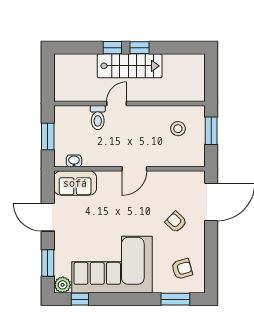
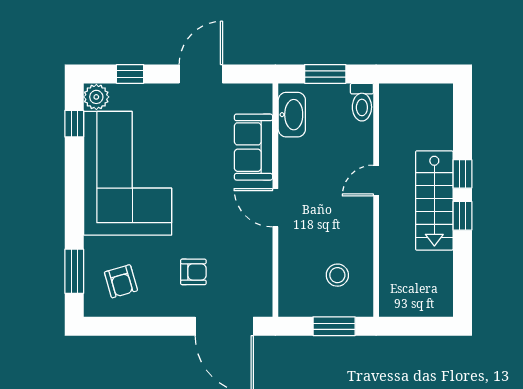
door: (117, 104) -> (376, 181), swing flipped
toilet: (98, 118) -> (362, 102), moved, turned -90
washbasin: (74, 161) -> (292, 115), width x1.91, depth x1.45
sofa: (75, 183) -> (253, 147), moved
armchair: (176, 222) -> (193, 272), turned 46
window: (48, 263) -> (130, 74), width x0.67

